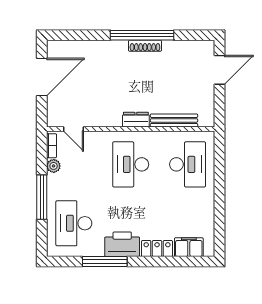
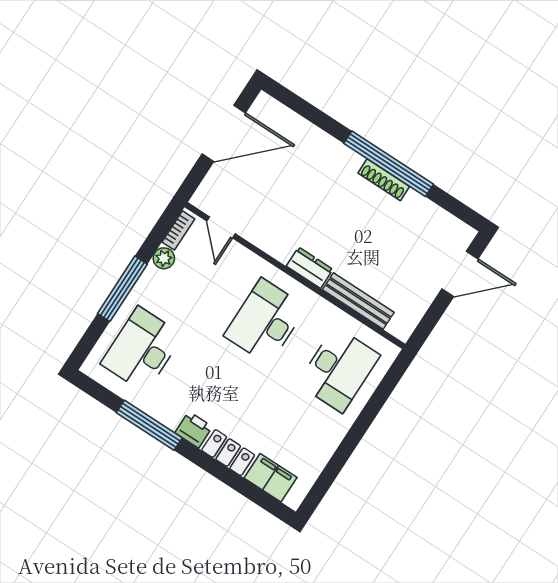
printer: (122, 244) -> (194, 430), width x0.53, depth x0.68

